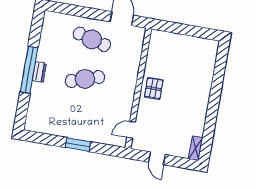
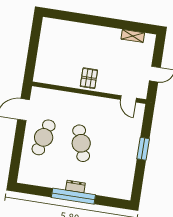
pallet: (154, 88) -> (89, 78), turned 90
shelving: (196, 148) -> (133, 36), moved

